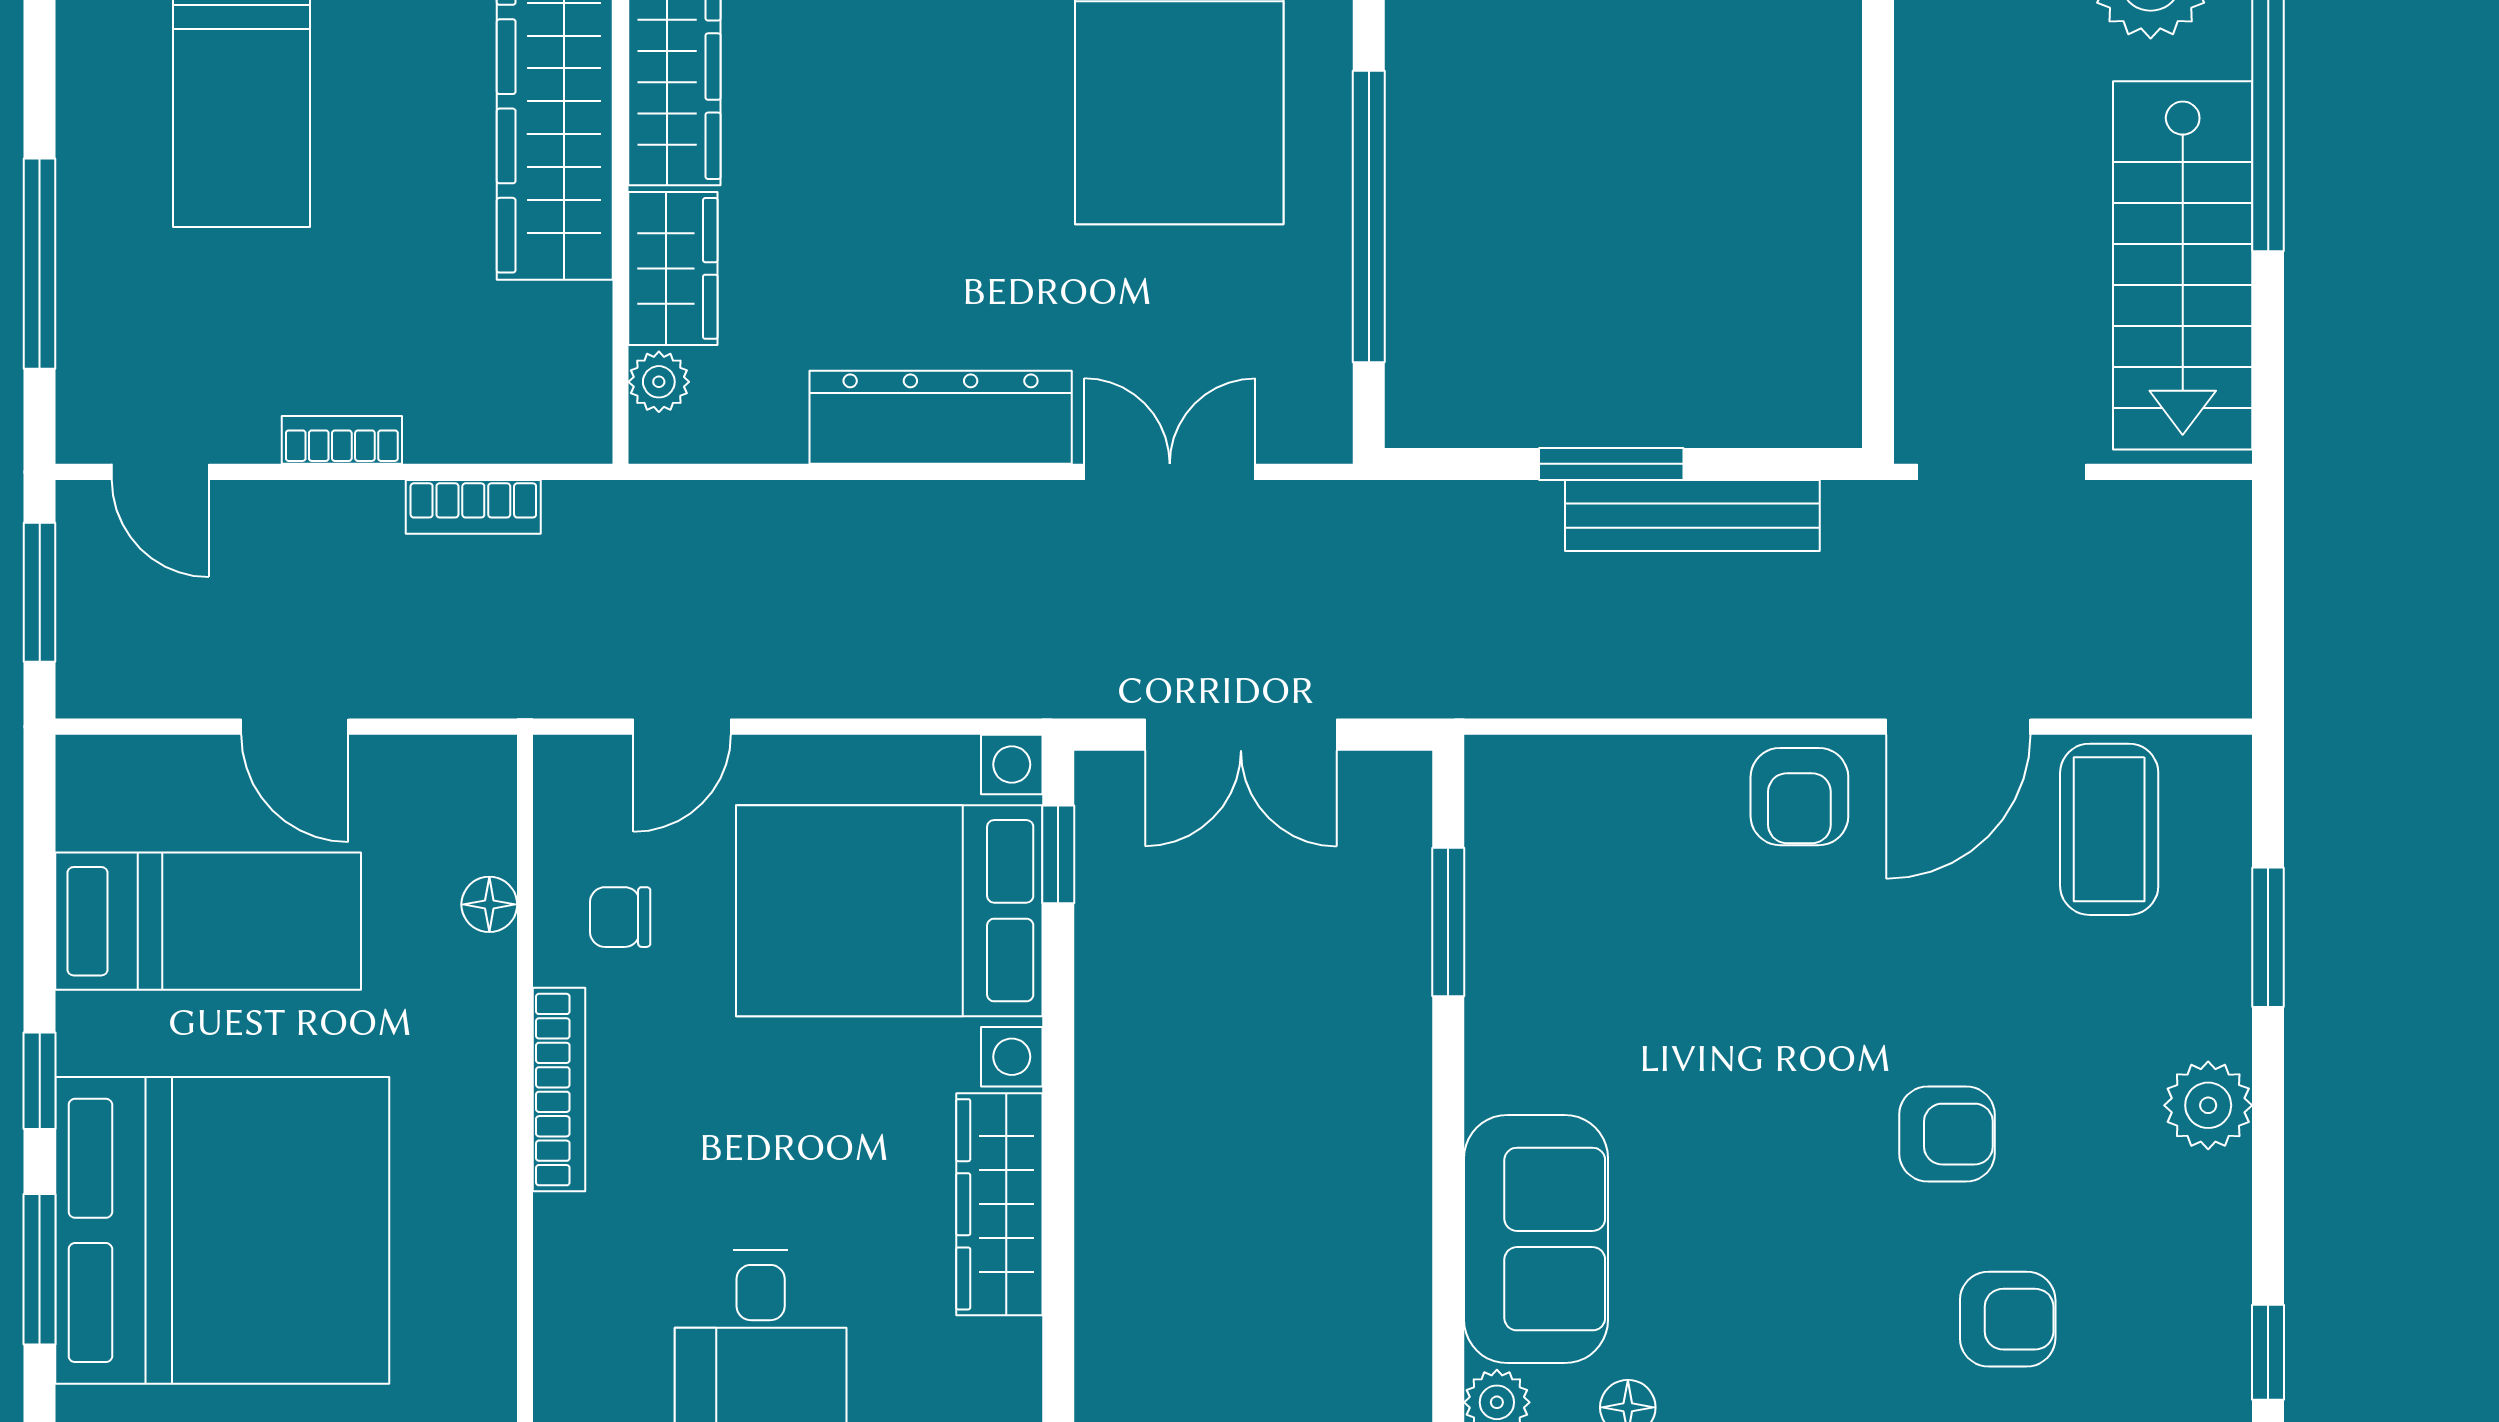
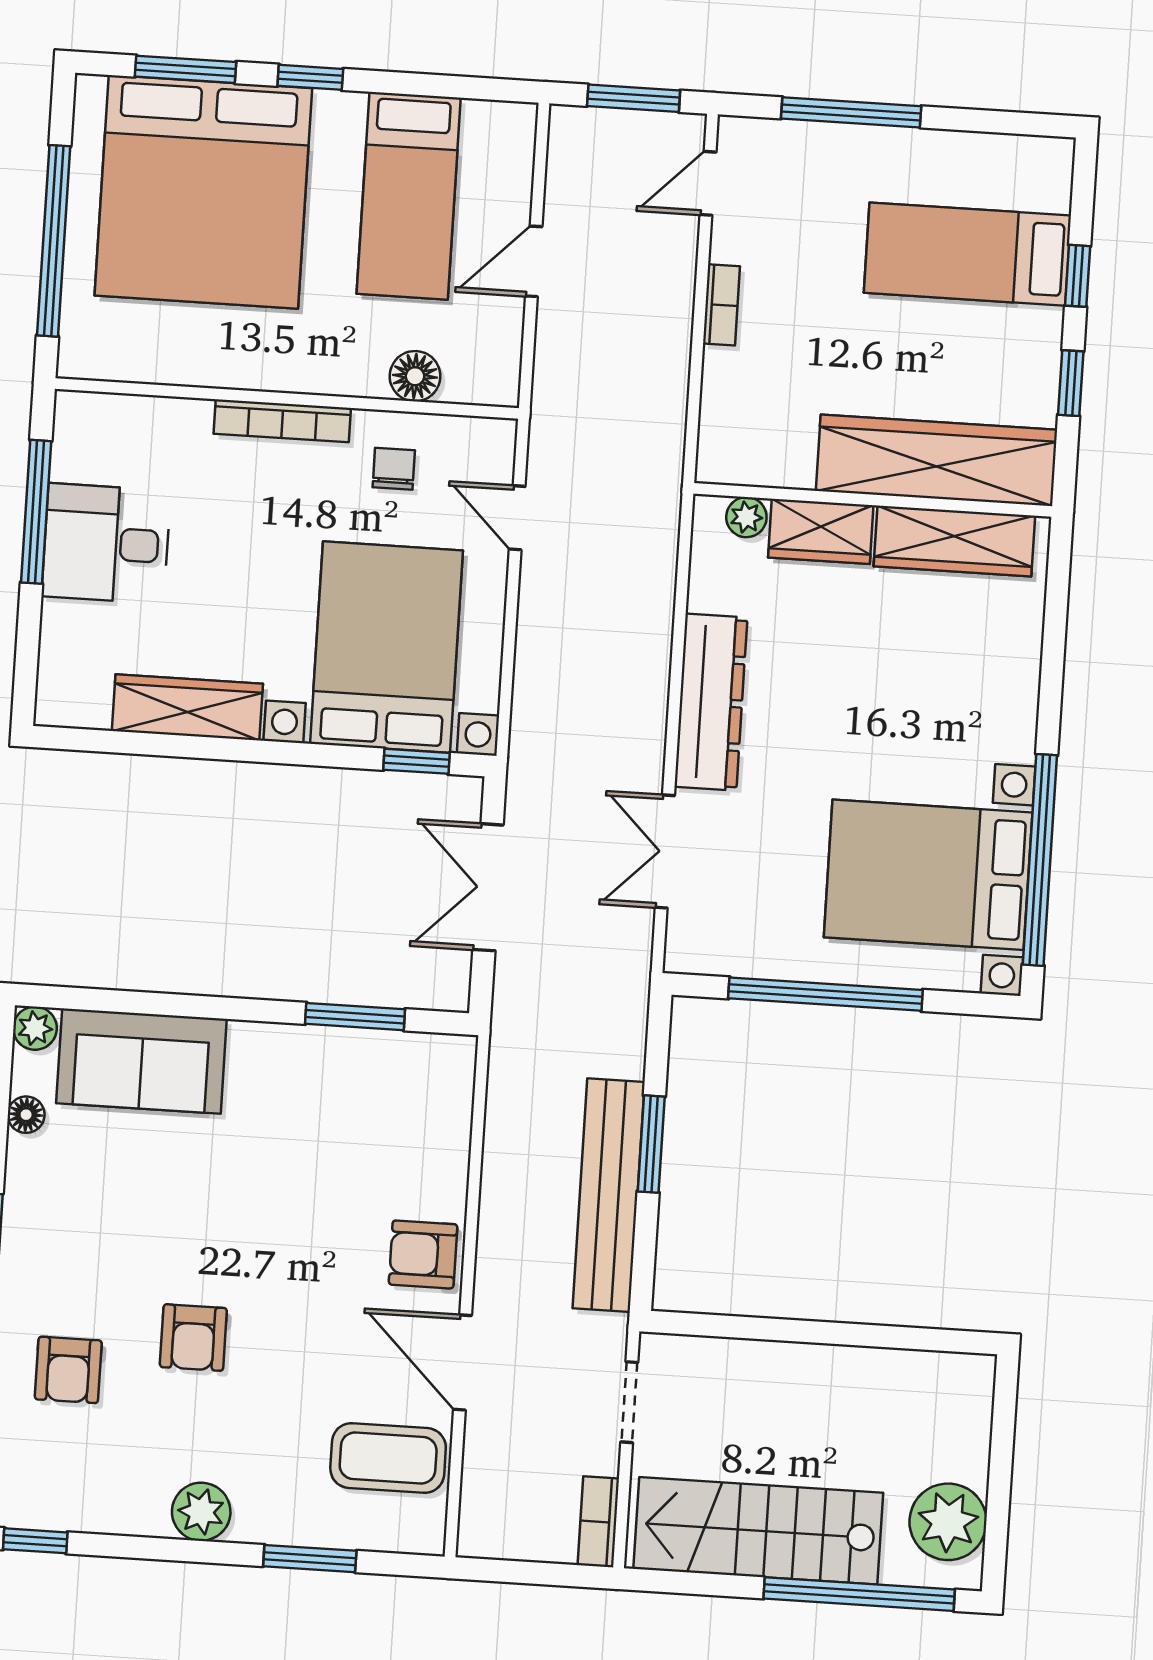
double door: (1170, 472) -> (665, 852), swing flipped
doorway: (2002, 472) -> (629, 1402), width x0.73
bookcase: (473, 507) -> (598, 1522), moved
bench: (1692, 516) -> (609, 1195), width x1.37, depth x1.21
floor lamp: (489, 904) -> (415, 376), width x1.37, depth x1.37

